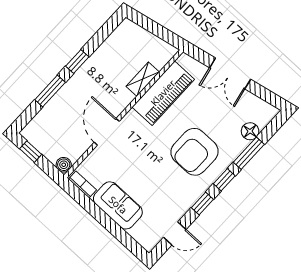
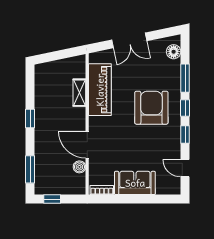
window: (50, 91) -> (30, 169), moved
floor lamp: (250, 131) -> (174, 52), moved
armchair: (194, 152) -> (151, 108), turned 180
boiler: (64, 165) -> (79, 167), moved
door: (175, 233) -> (185, 168), swing flipped

